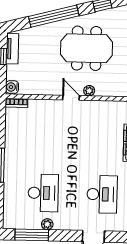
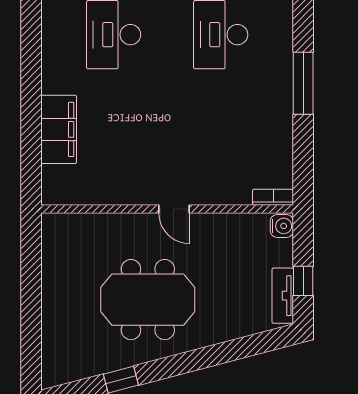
window: (54, 16) -> (209, 357), removed
plant: (89, 91) -> (141, 222), removed

